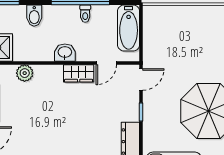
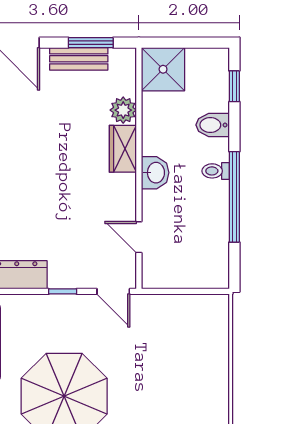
toilet: (85, 14) -> (216, 171), moved
bathtub: (129, 28) -> (193, 272), removed
wardrobe: (79, 73) -> (123, 149), moved

